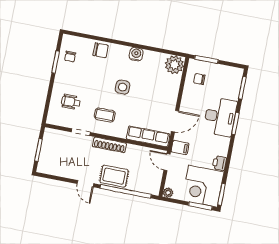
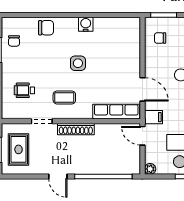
plant: (174, 65) -> (130, 28), removed
door: (175, 121) -> (142, 89), hinge flipped
rug: (114, 176) -> (19, 149), moved, turned 90

